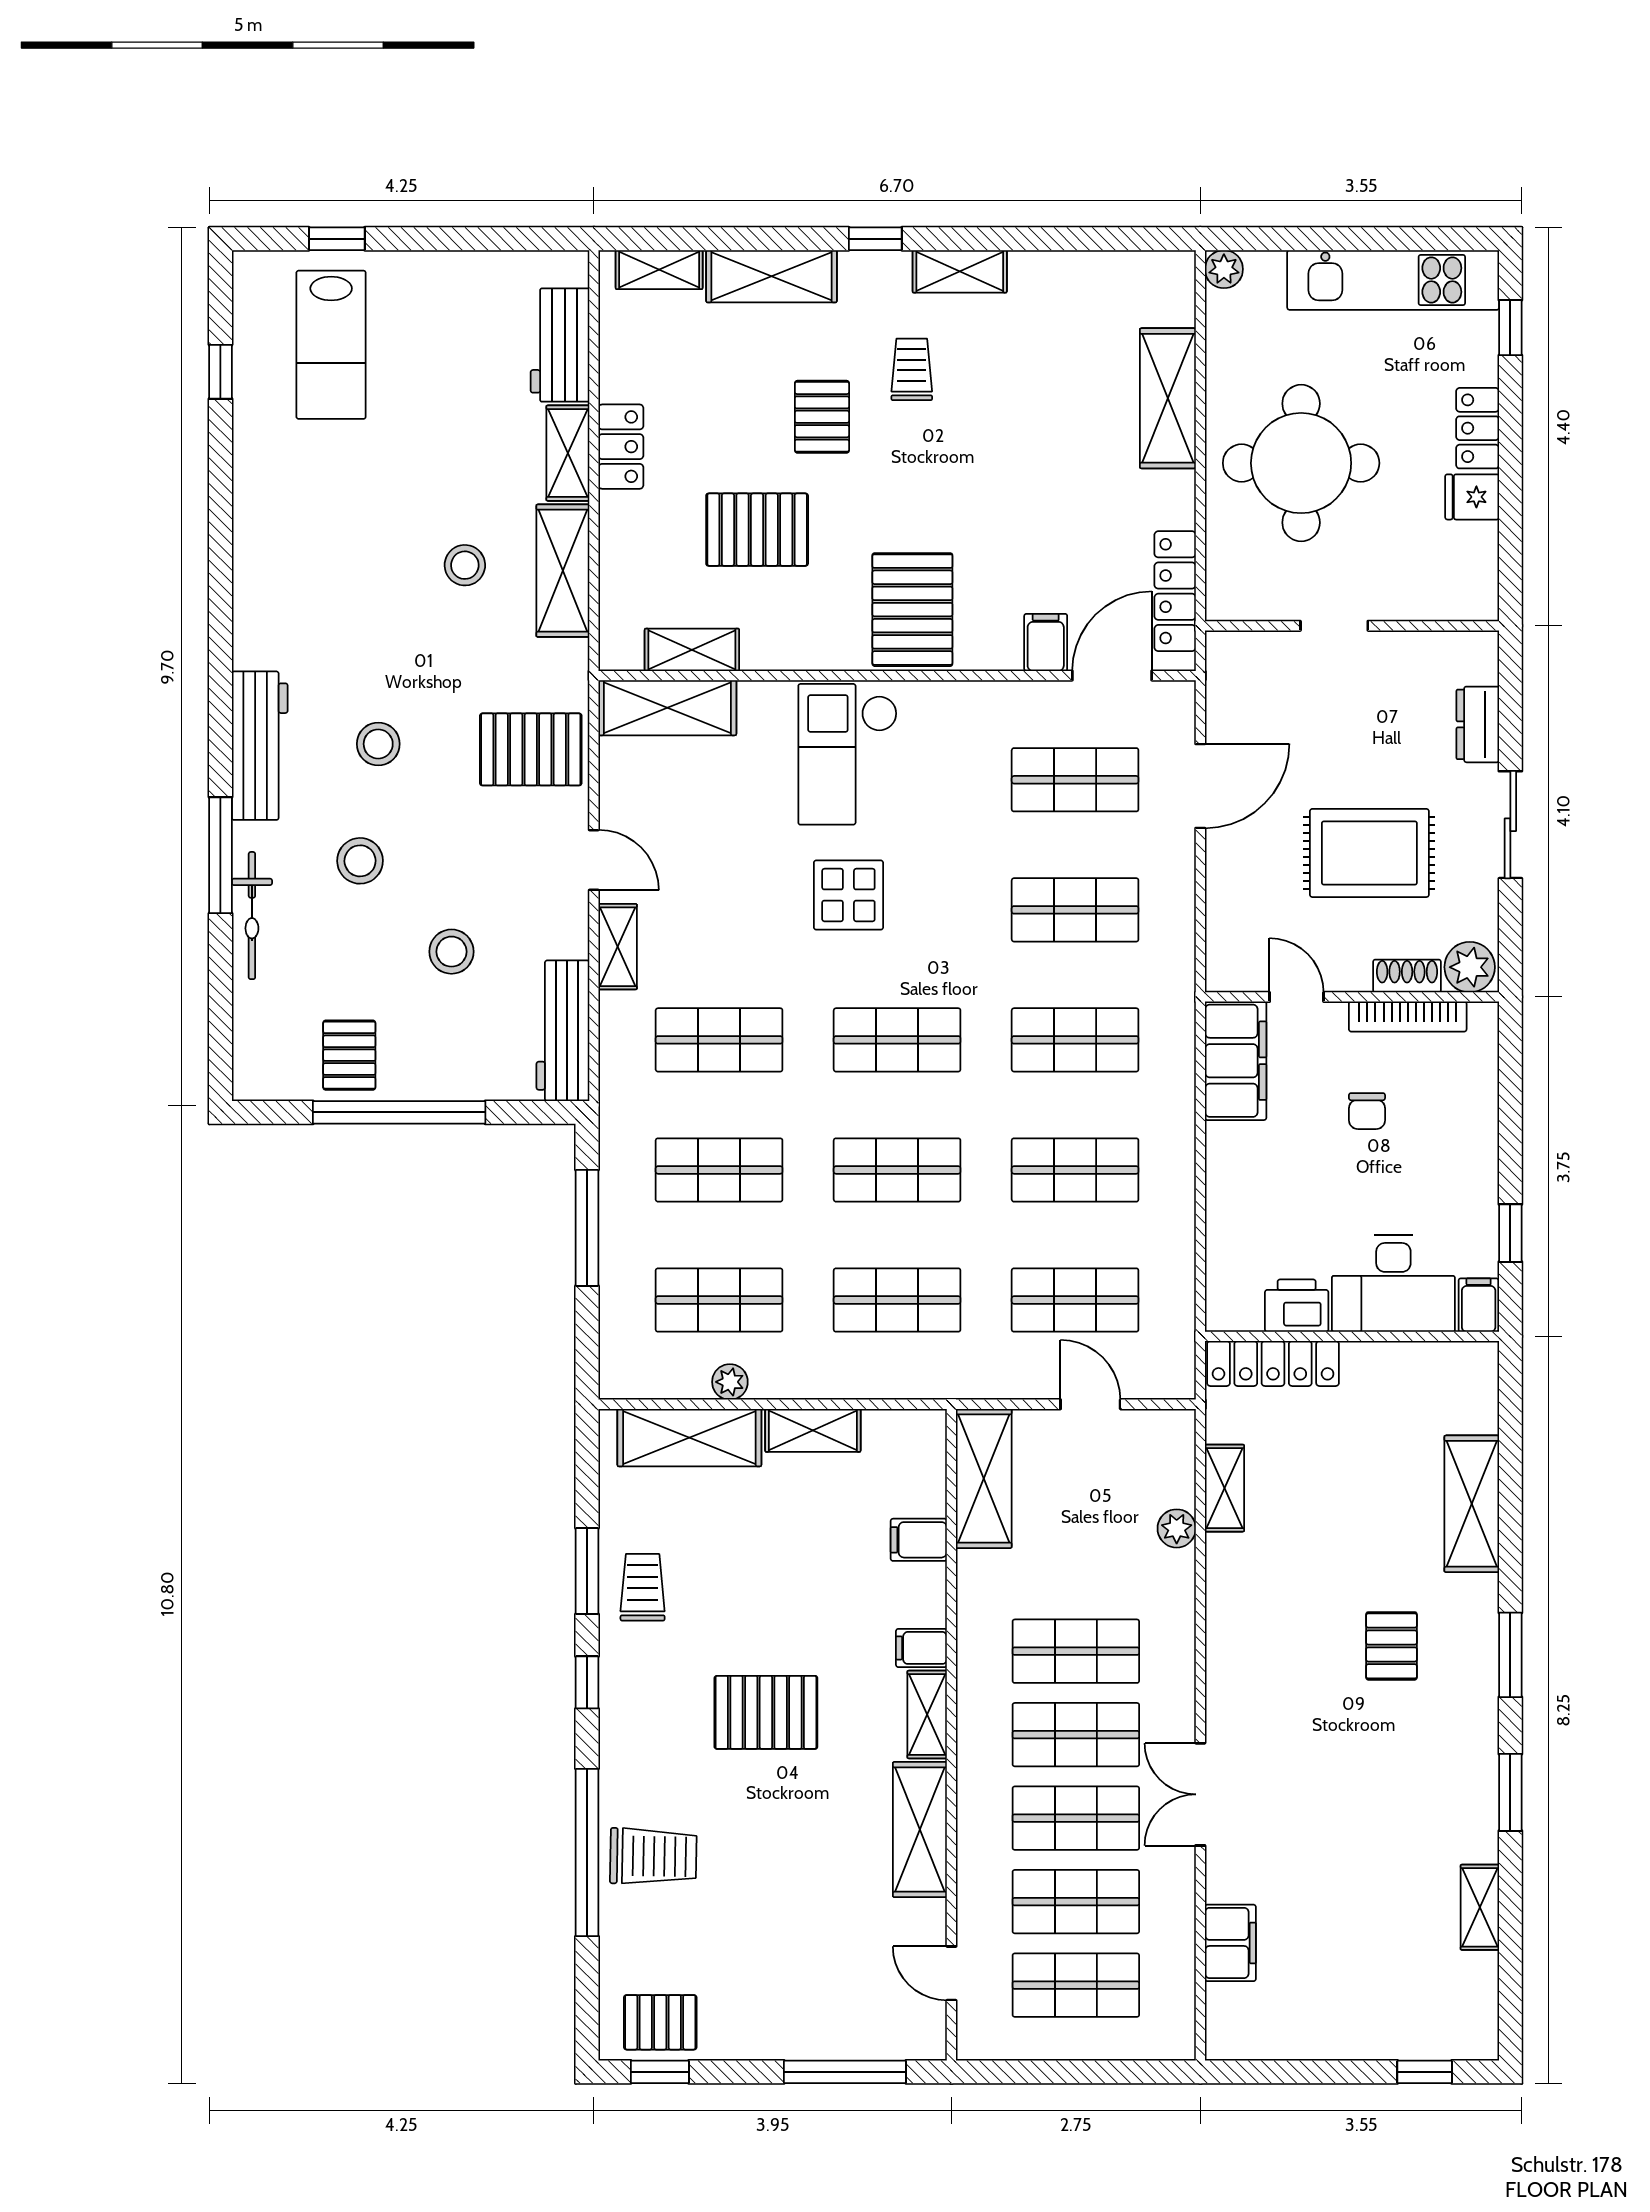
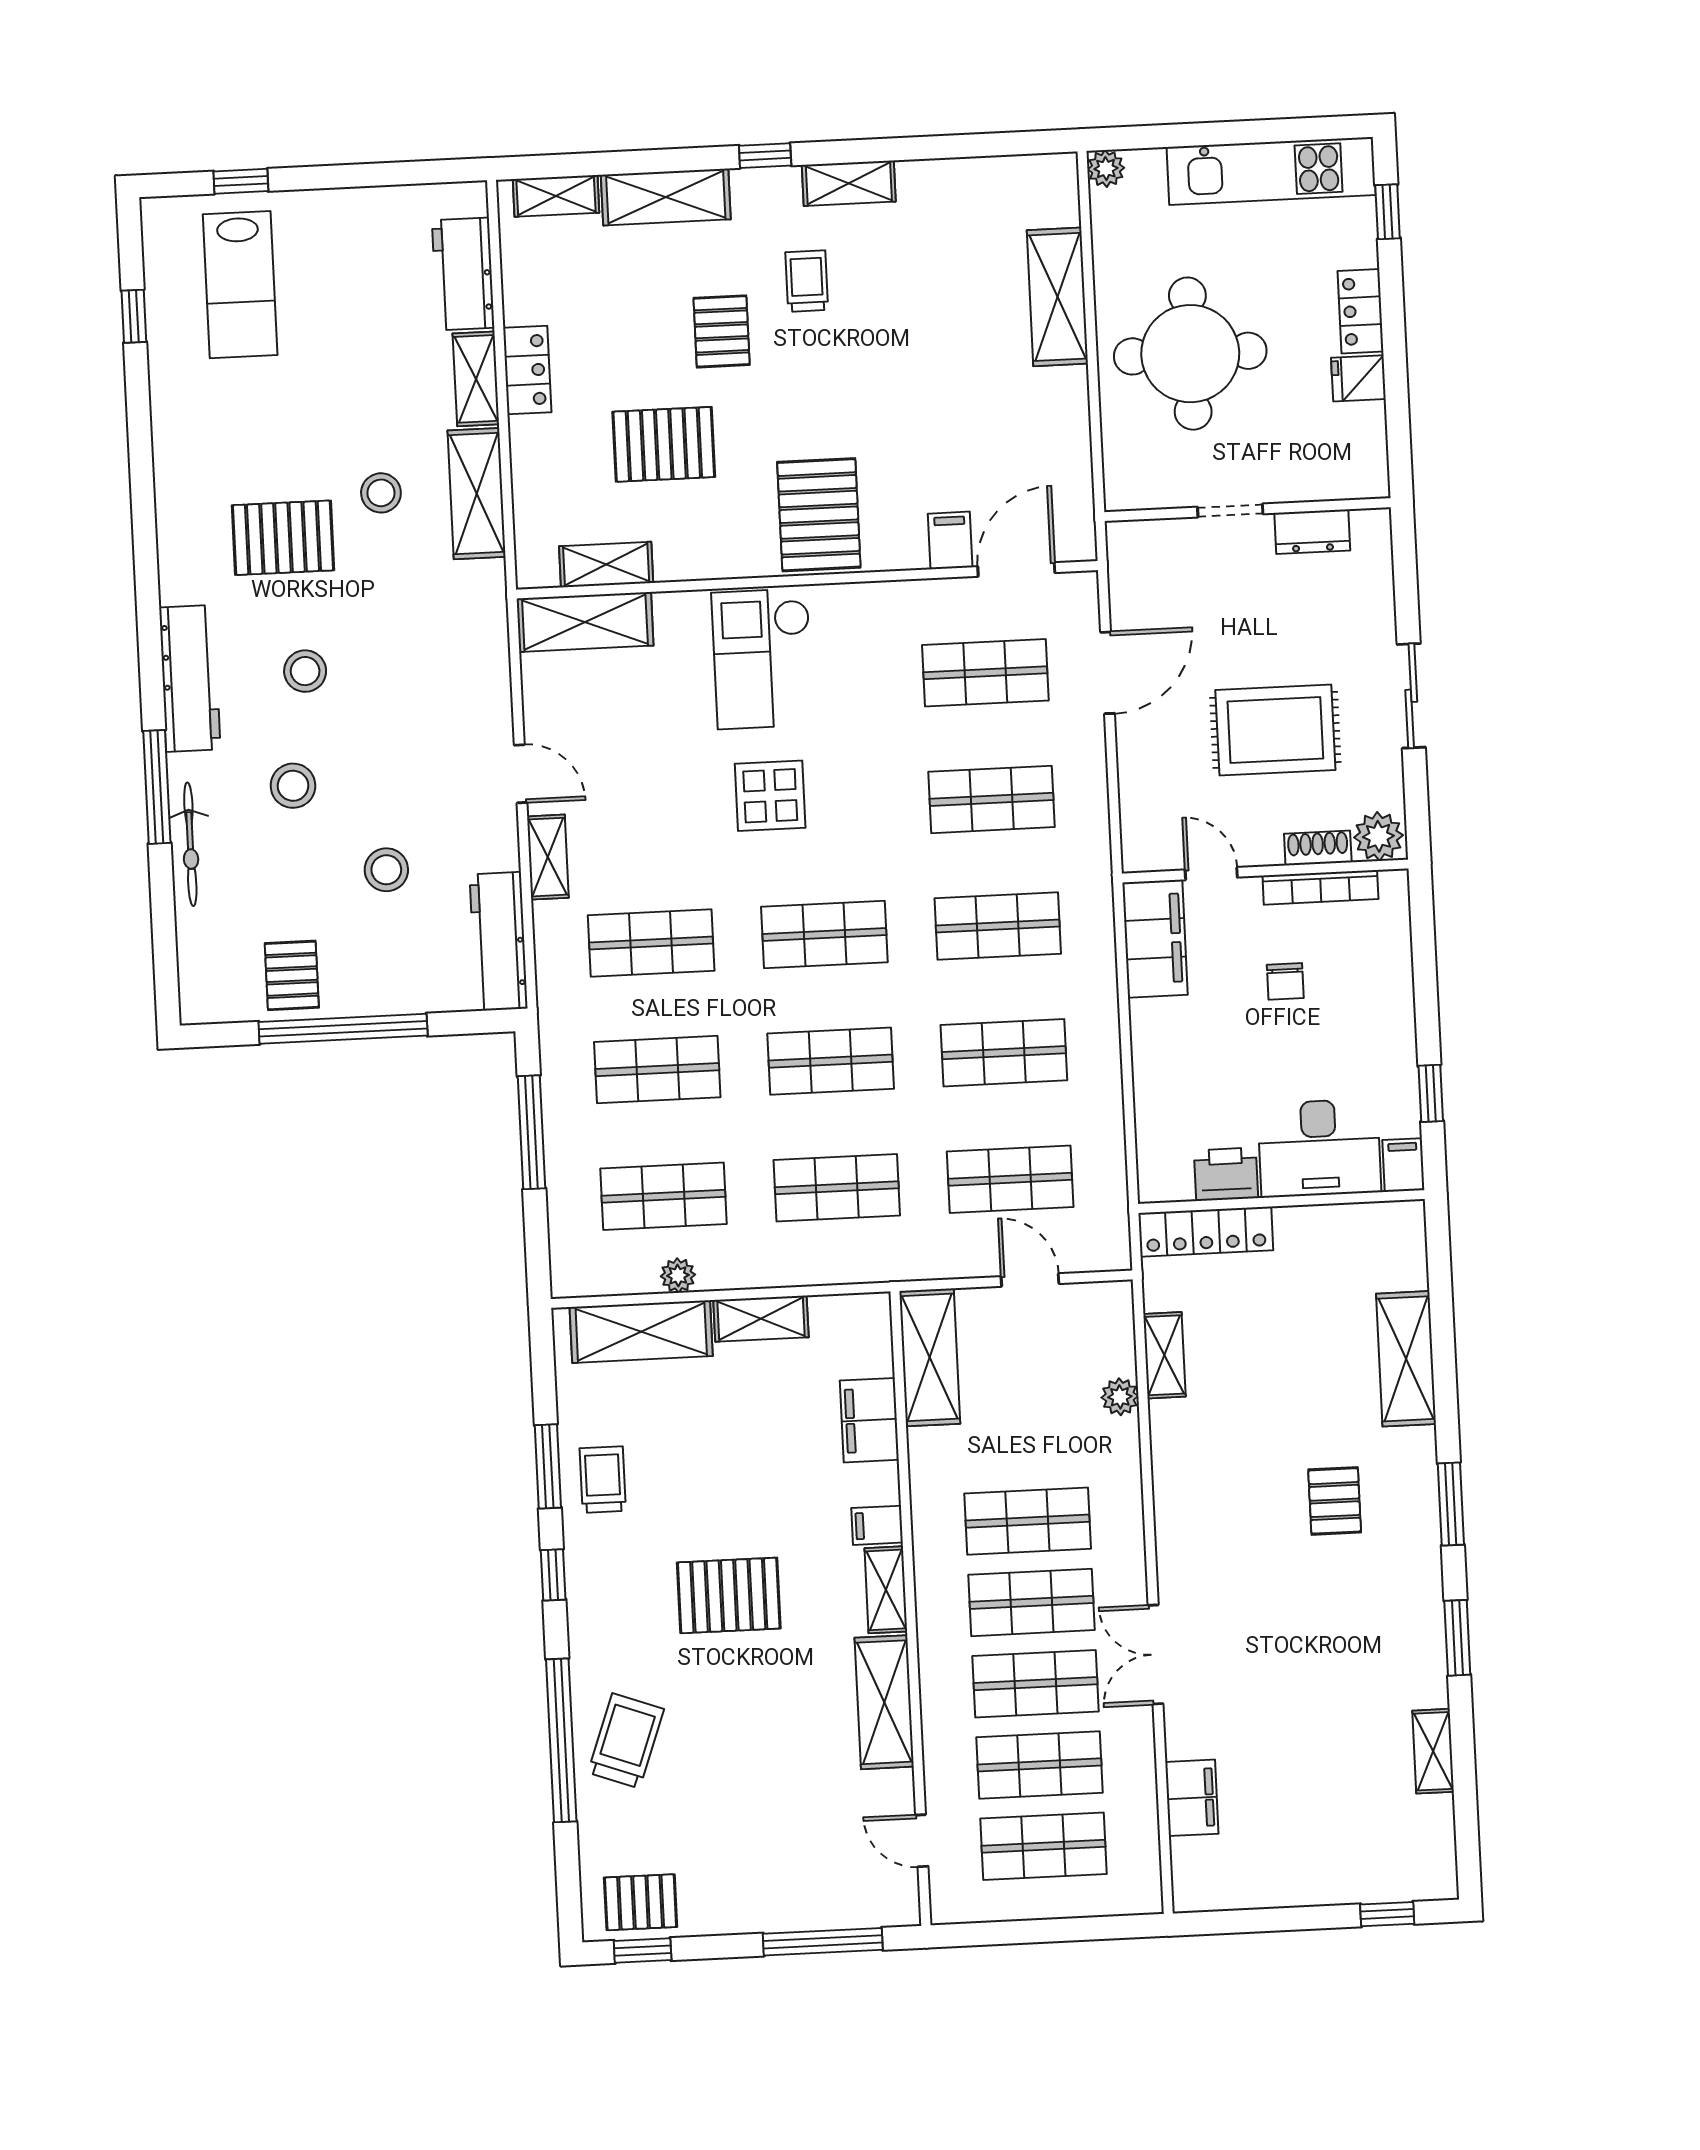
locker: (1175, 591) -> (1074, 484), removed
dresser: (1478, 724) -> (1312, 532), moved, turned -90
pallet: (531, 749) -> (283, 538), moved
filing cabinet: (919, 1540) -> (869, 1420), width x2.00
trolley: (653, 1856) -> (626, 1741), turned -71

